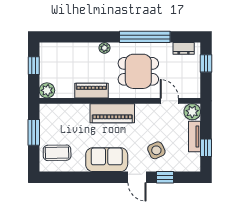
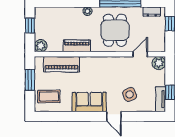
dining table: (138, 71) -> (115, 30), turned 90
door: (169, 101) -> (140, 54), hinge flipped
piano: (112, 113) -> (62, 64), moved
tv unit: (194, 137) -> (161, 99), moved
window: (165, 177) -> (137, 116), removed

